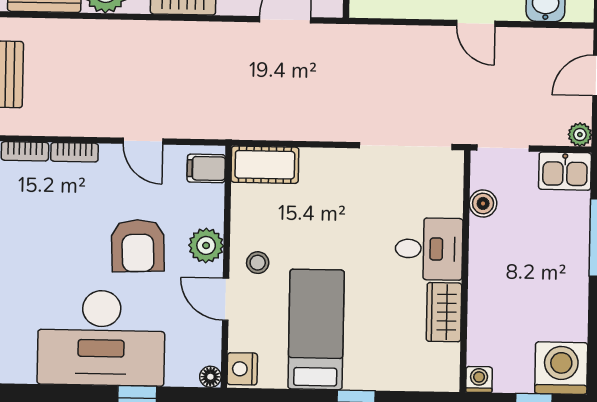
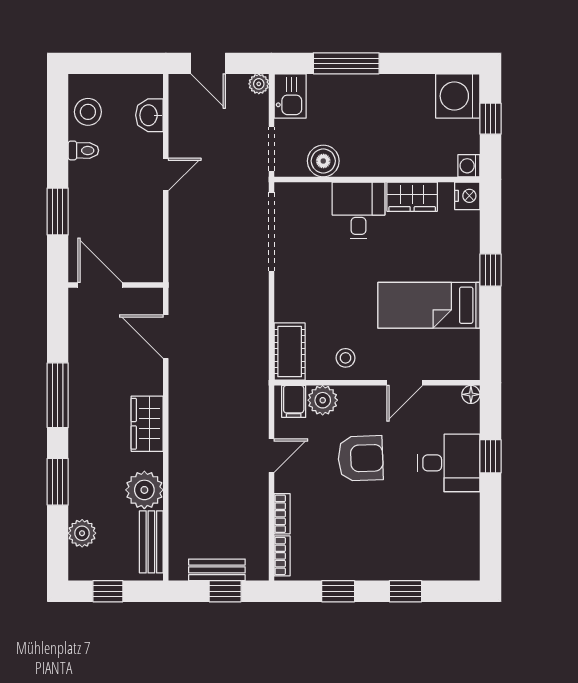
boiler: (483, 203) -> (323, 161), width x1.36, depth x1.36
plant: (206, 245) -> (323, 400), moved
stool: (258, 263) -> (346, 358), moved
desk: (101, 338) -> (449, 463), width x0.53, depth x0.77
nightstand: (242, 369) -> (467, 196), moved, turned -90

